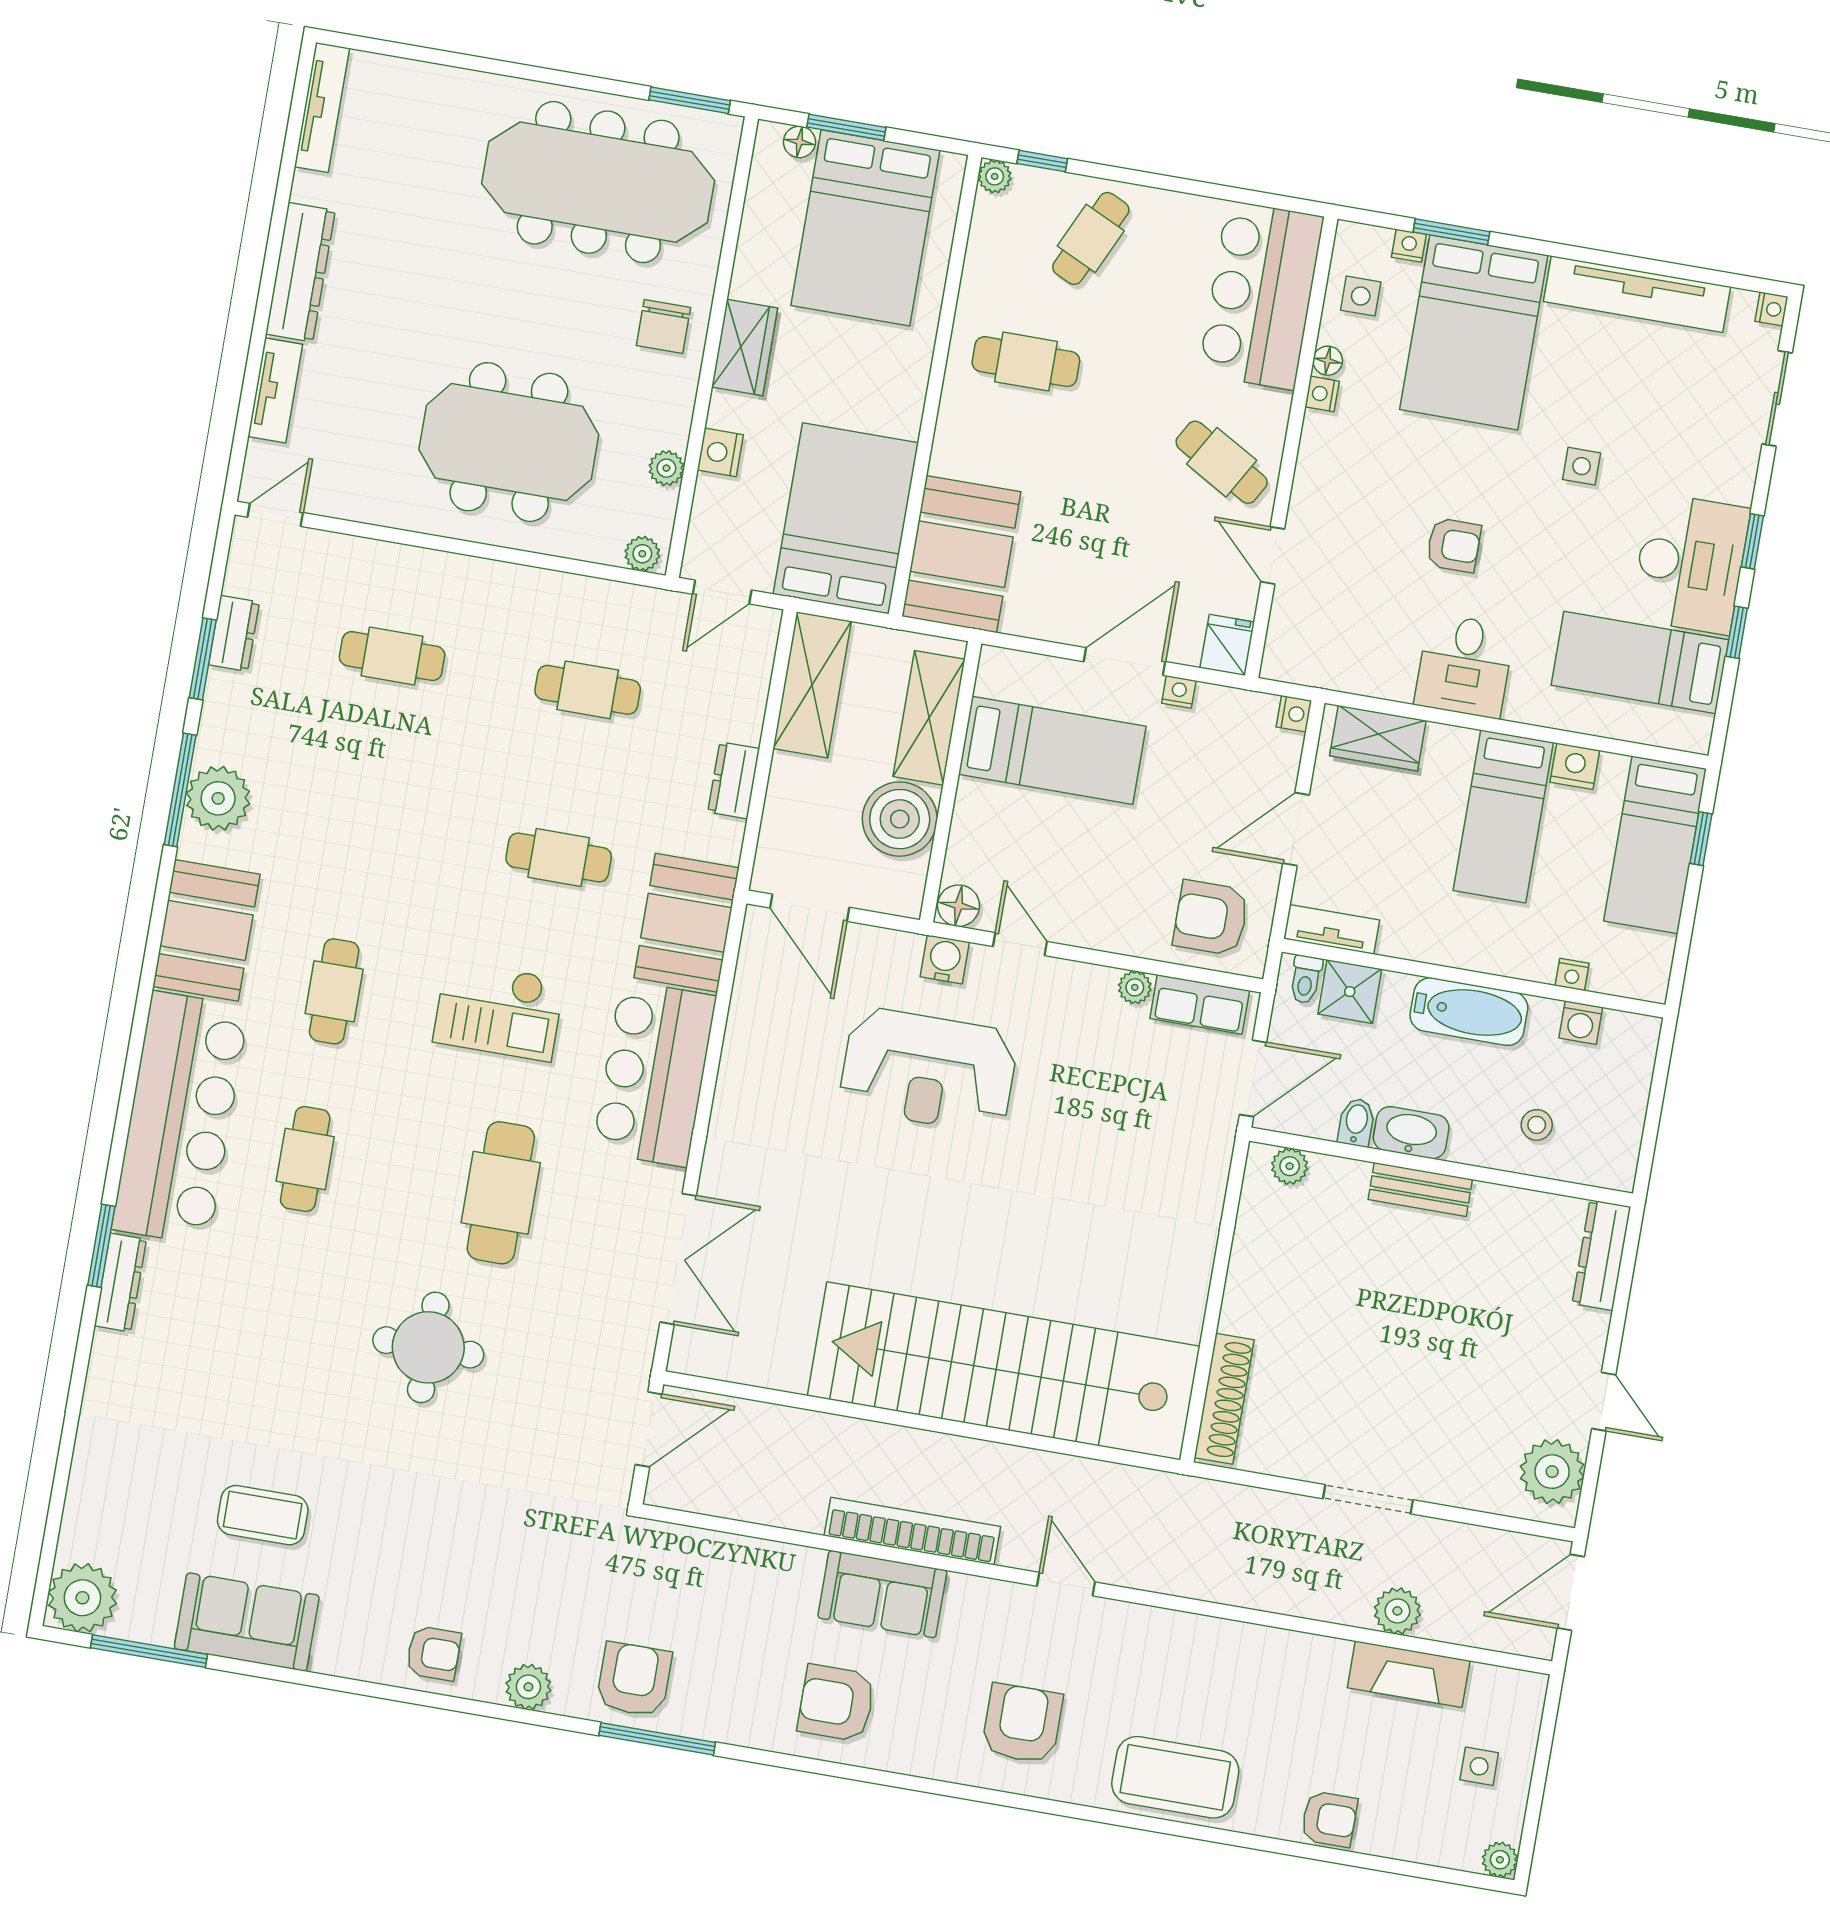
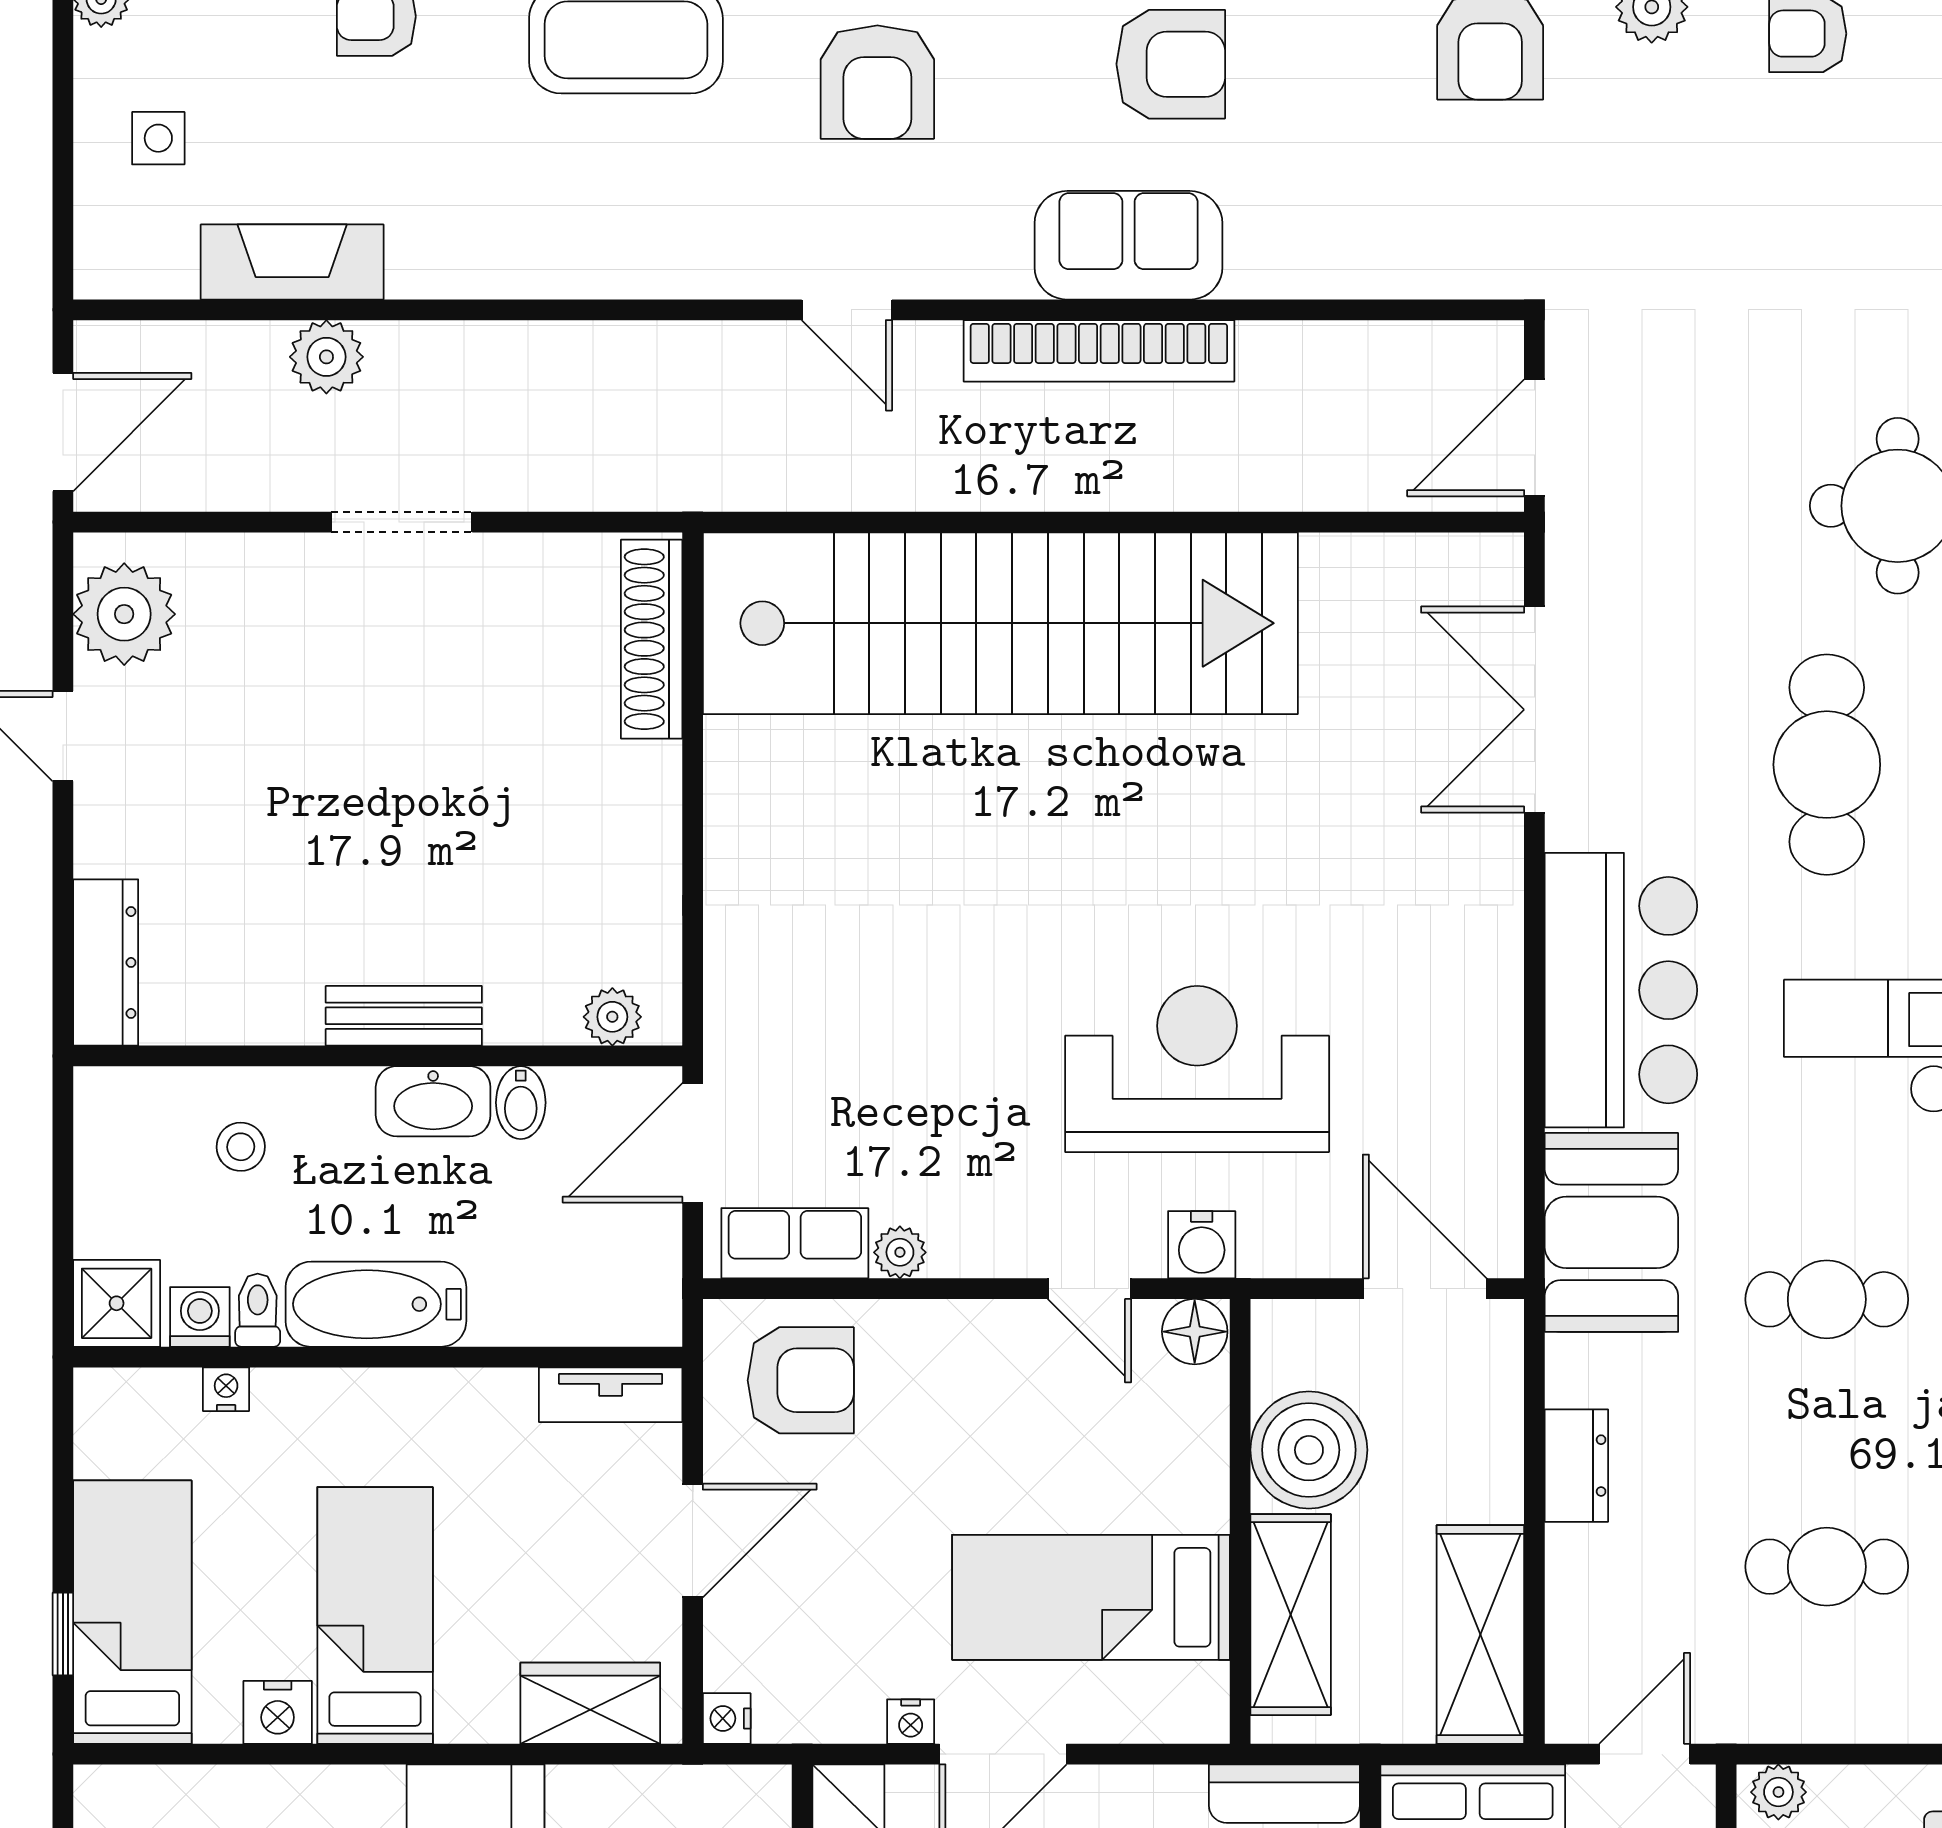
toilet: (1306, 979) -> (258, 1310), moved
shower: (1350, 992) -> (117, 1303), moved

